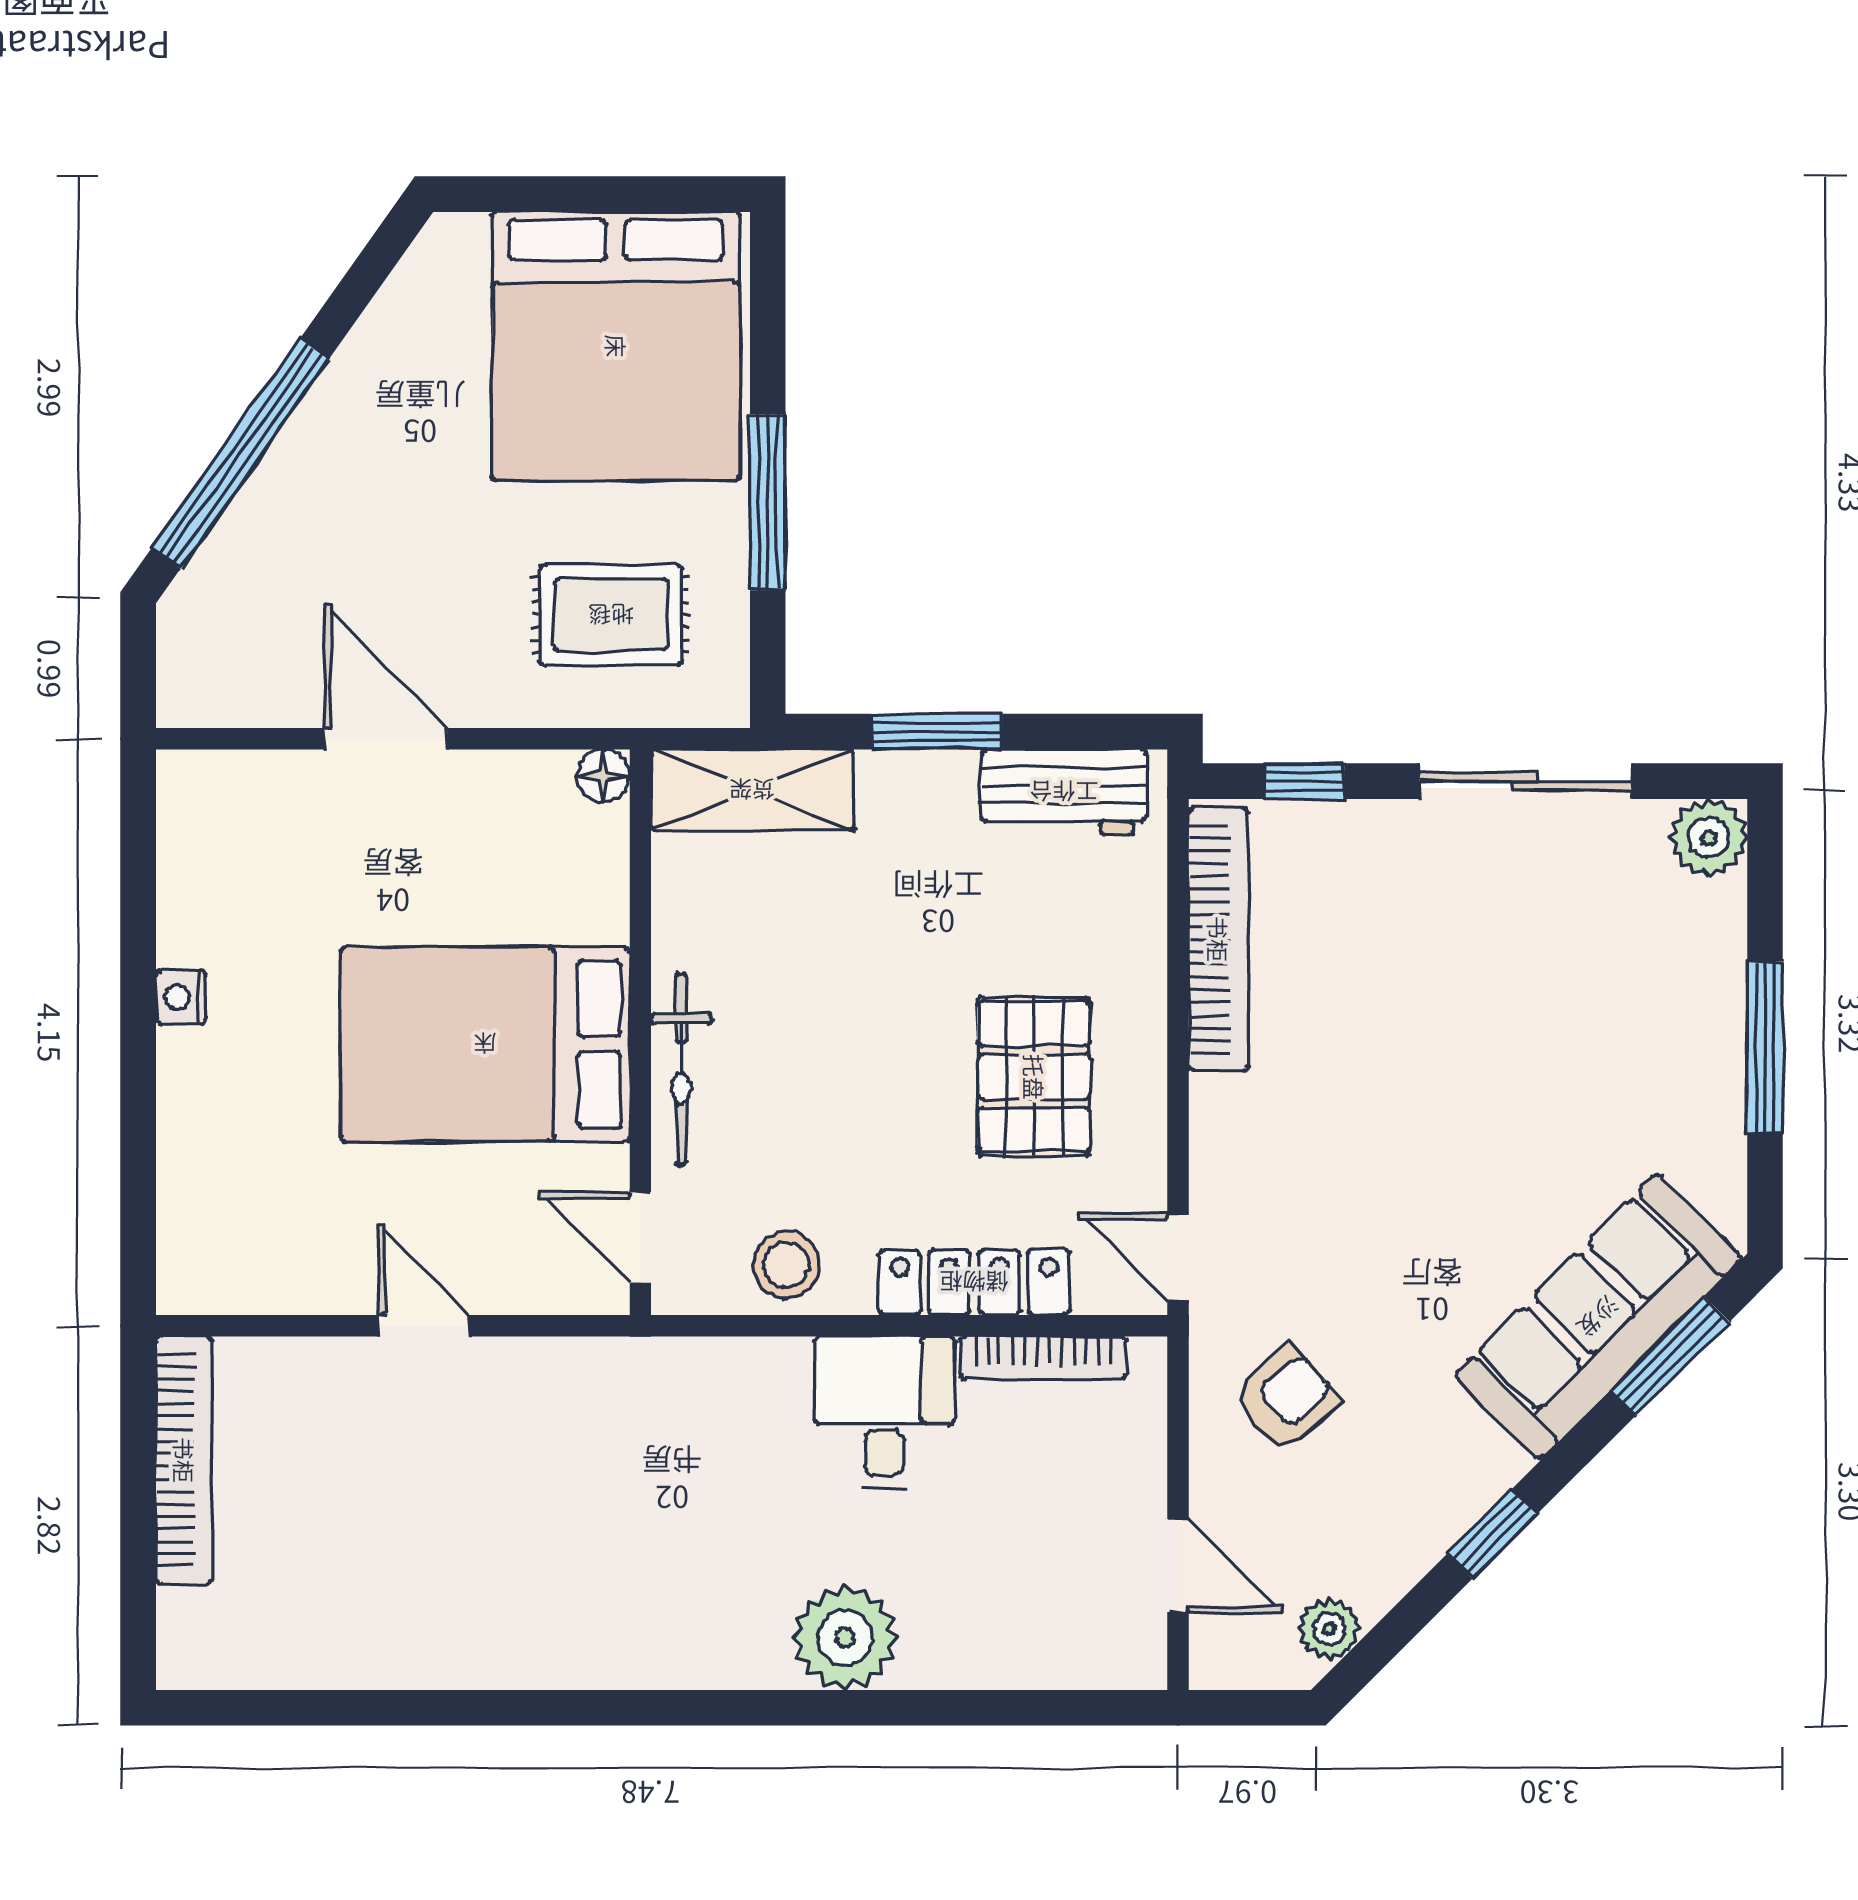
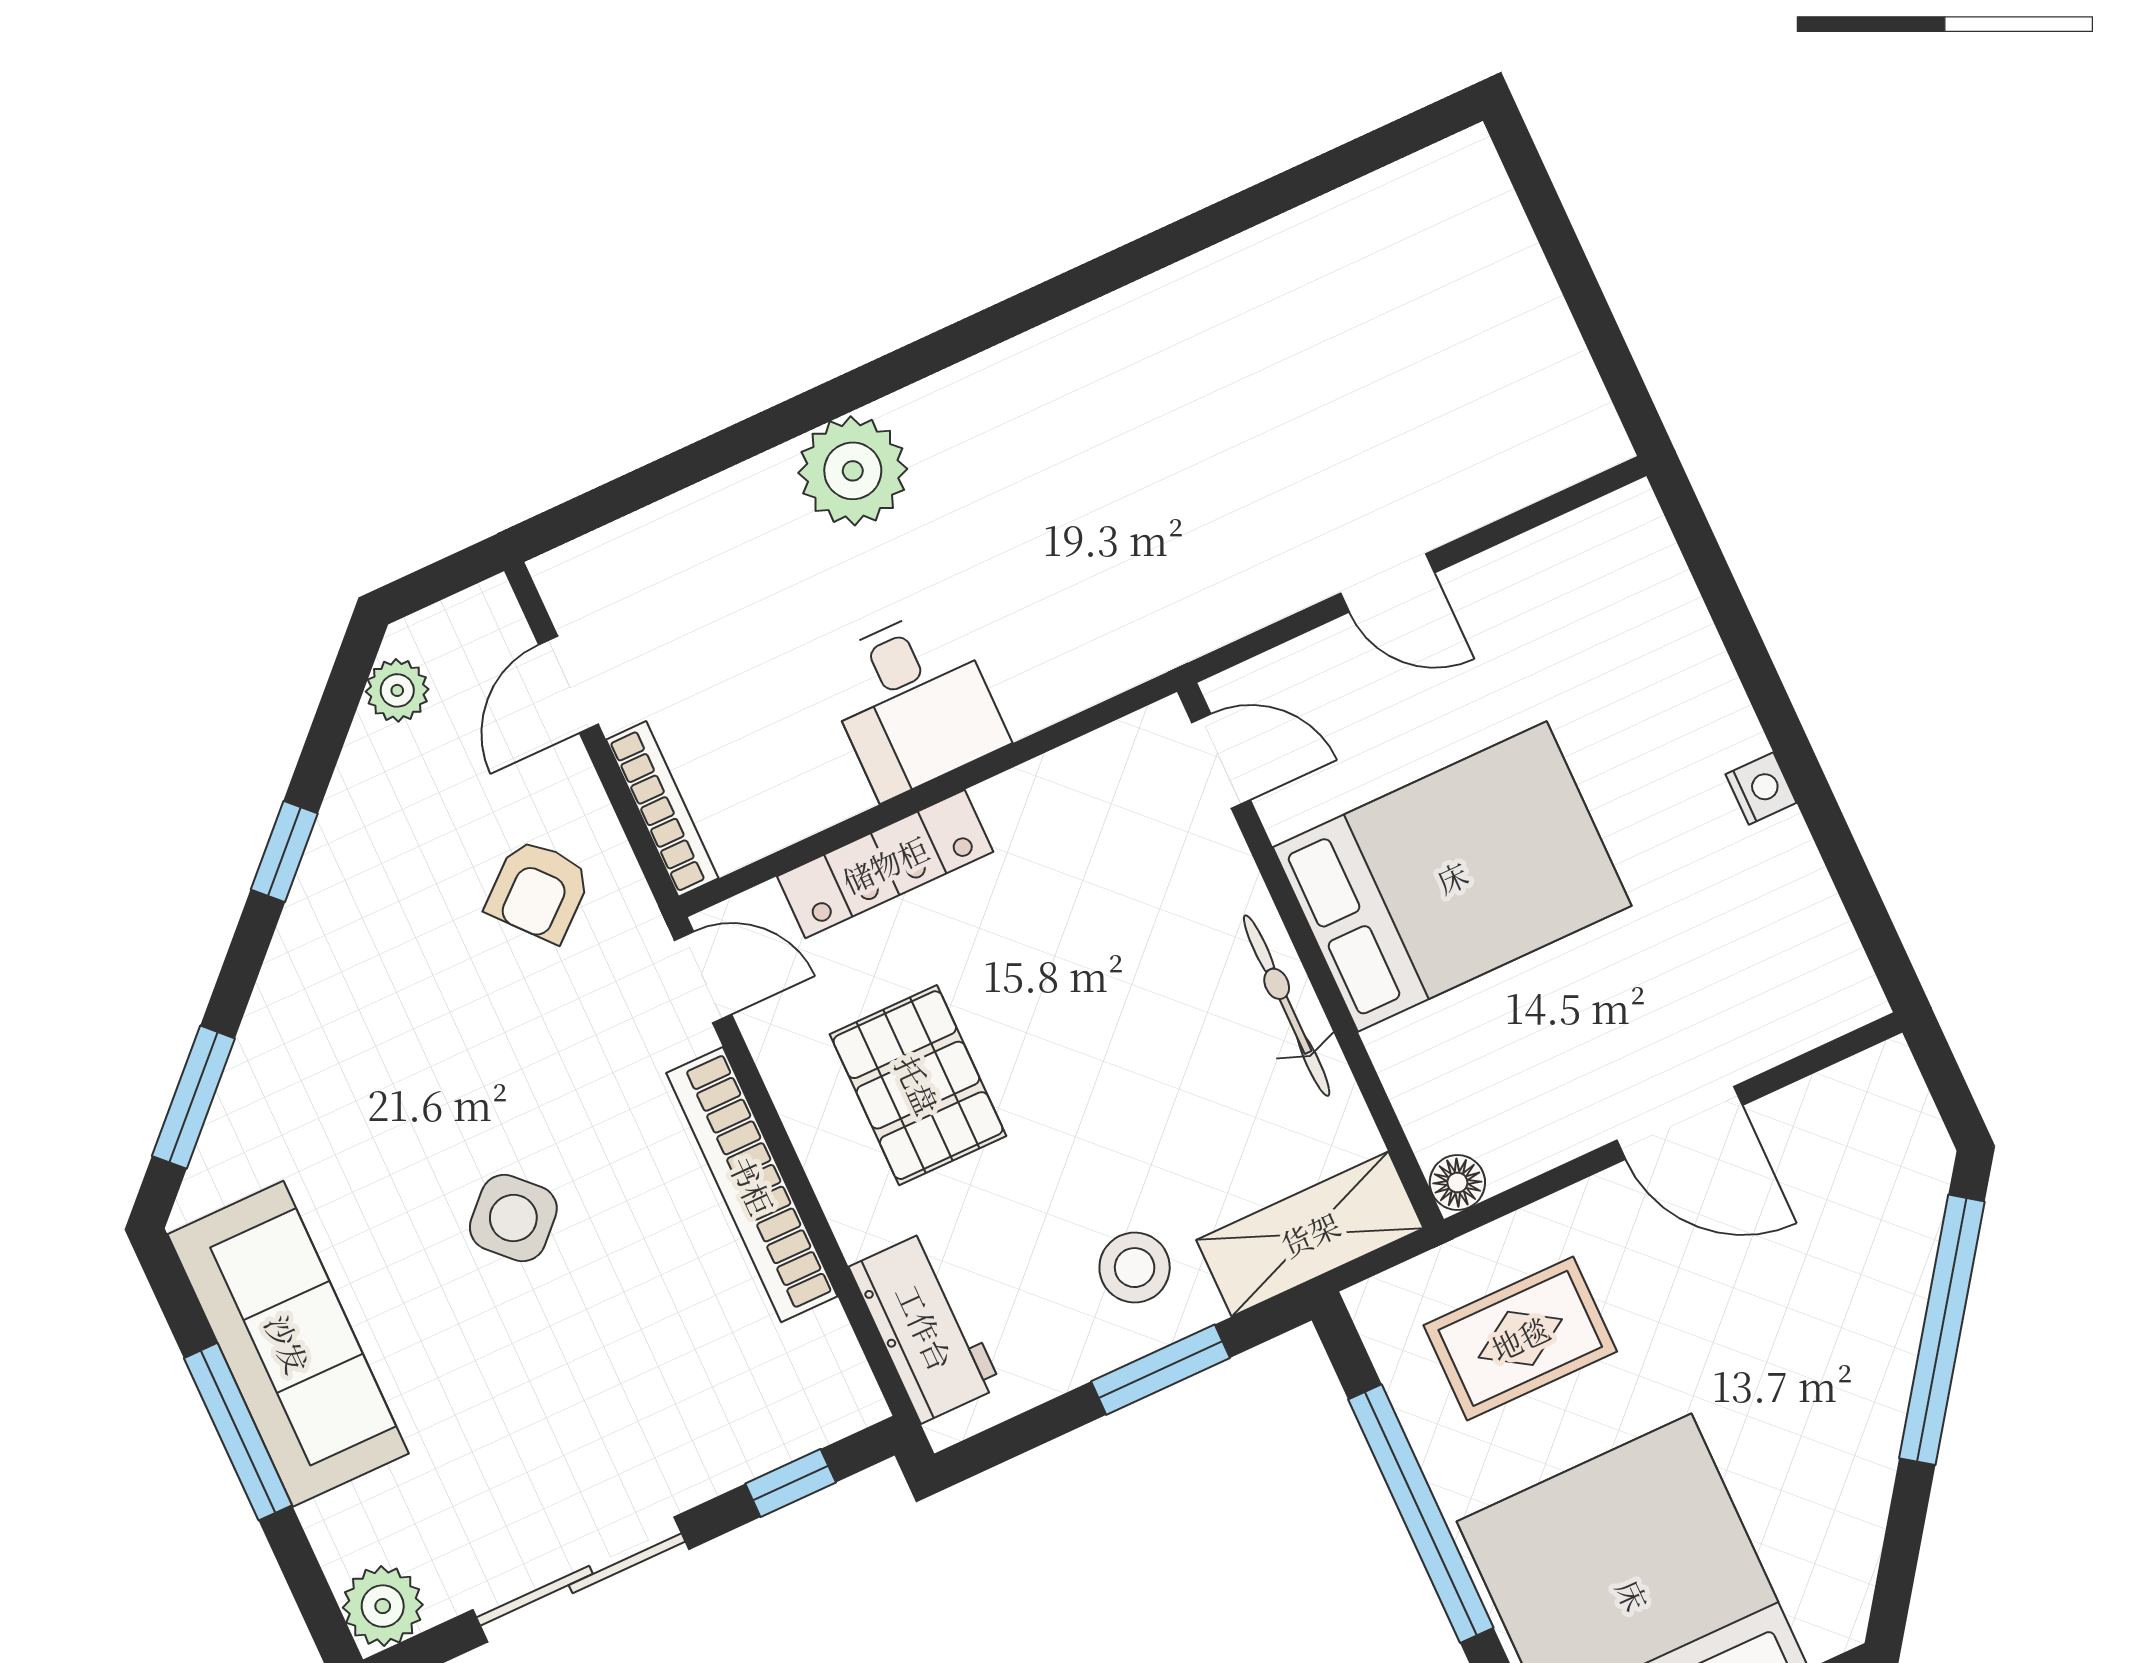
window: (768, 502) -> (1421, 1514), width x1.46
workbench: (1064, 792) -> (925, 1327), moved, turned 90
bookcase: (1218, 939) -> (752, 1185), moved
bicycle: (681, 1069) -> (1287, 1006), moved
side table: (1440, 1123) -> (513, 1218), added
stool: (786, 1265) -> (1135, 1268), moved
sofa: (1598, 1317) -> (288, 1344), moved, turned -45
bookcase: (1043, 1358) -> (662, 809), moved, turned 90
bookcase: (184, 1460) -> (1556, 351), removed
door: (1178, 1565) -> (568, 684), hinge flipped

